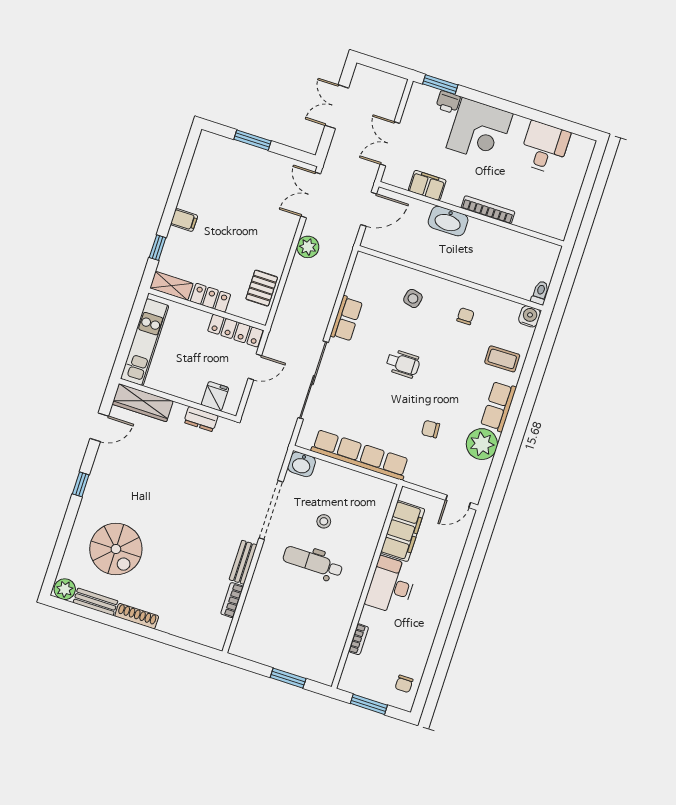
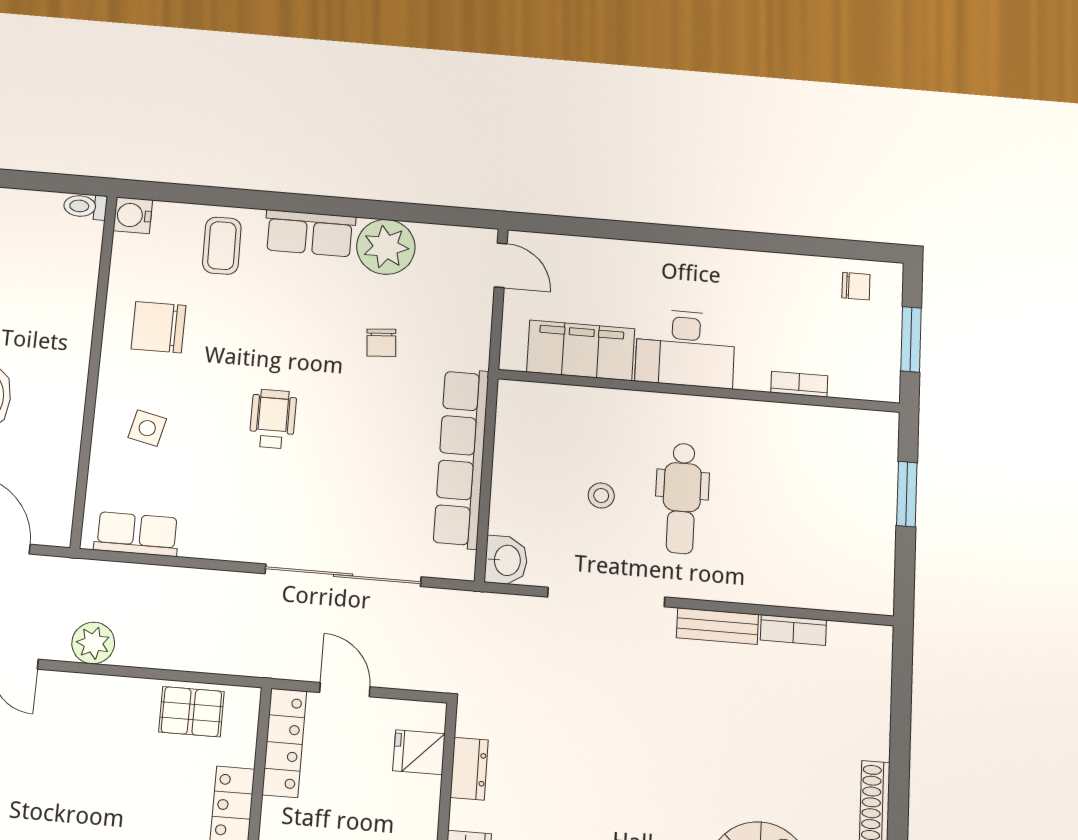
chair: (465, 316) -> (159, 327), width x1.87, depth x1.87
row of seats: (346, 319) -> (137, 534), moved

